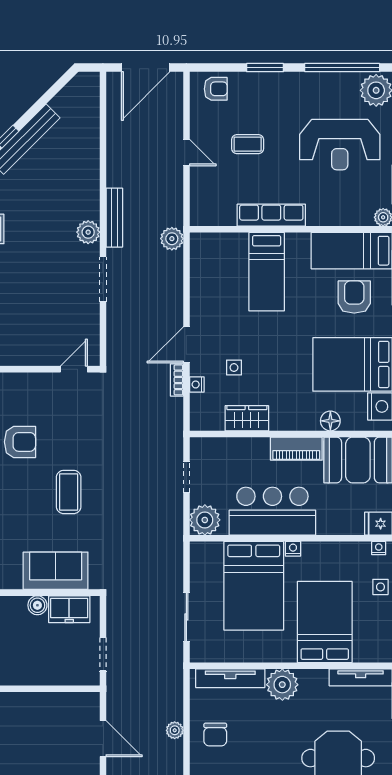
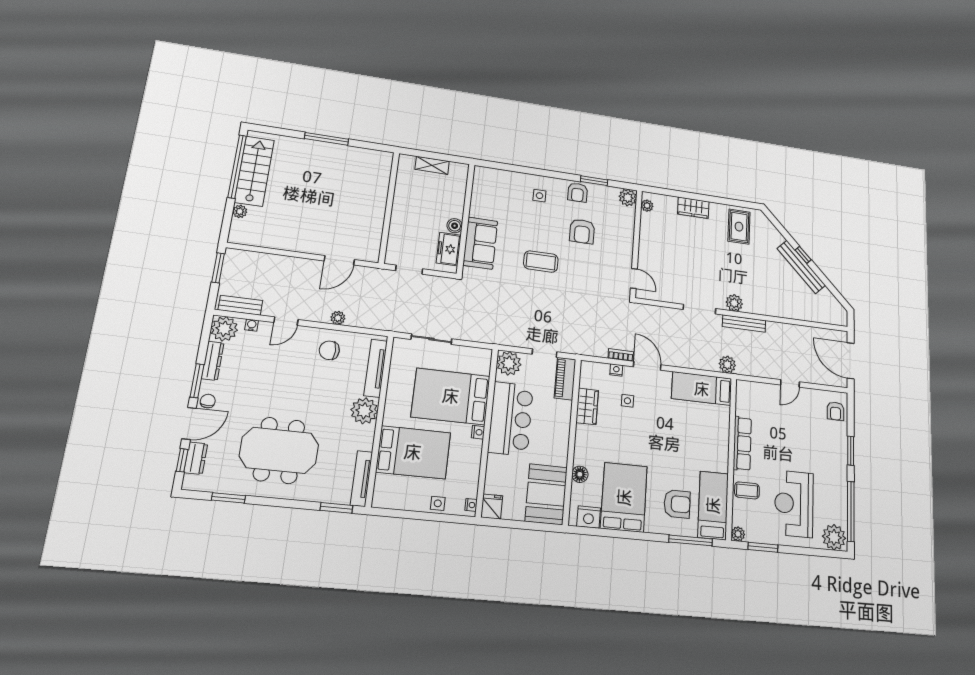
coffee table: (248, 144) -> (747, 490), moved, turned 90
bed: (267, 272) -> (702, 389), moved
piano: (296, 449) -> (565, 379), moved

